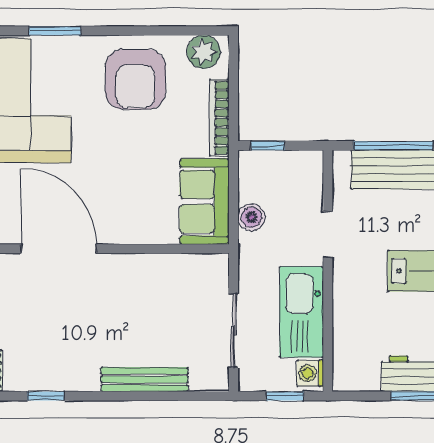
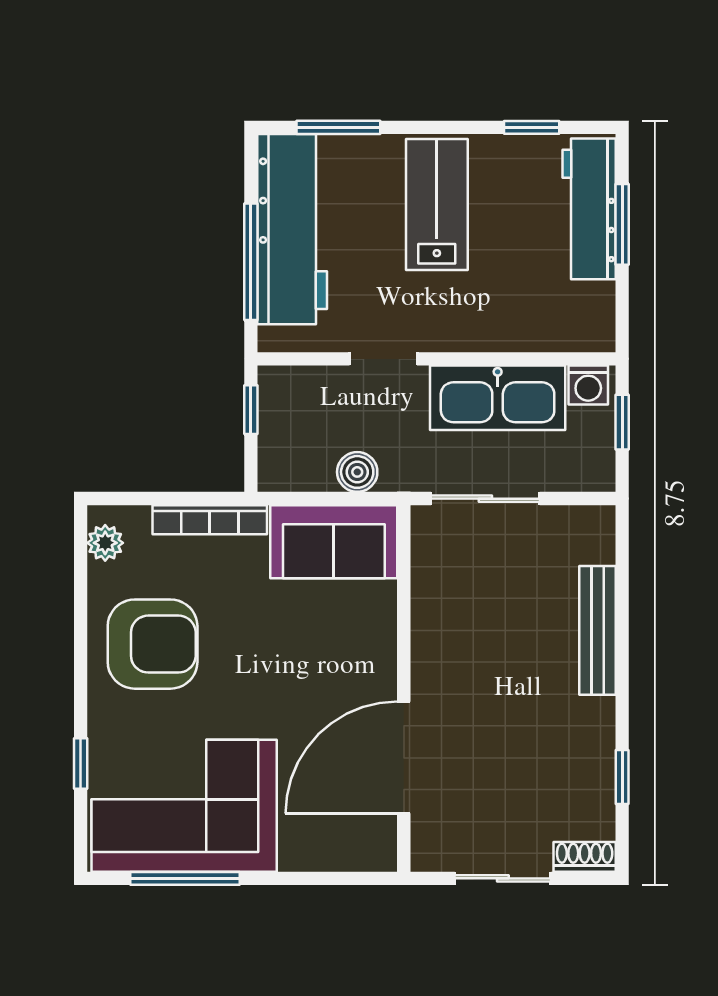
window: (55, 31) -> (81, 763), width x0.67
plant: (204, 52) -> (105, 543), width x0.73, depth x0.73
window: (268, 146) -> (251, 410), moved
sliding door: (234, 330) -> (485, 499), moved

